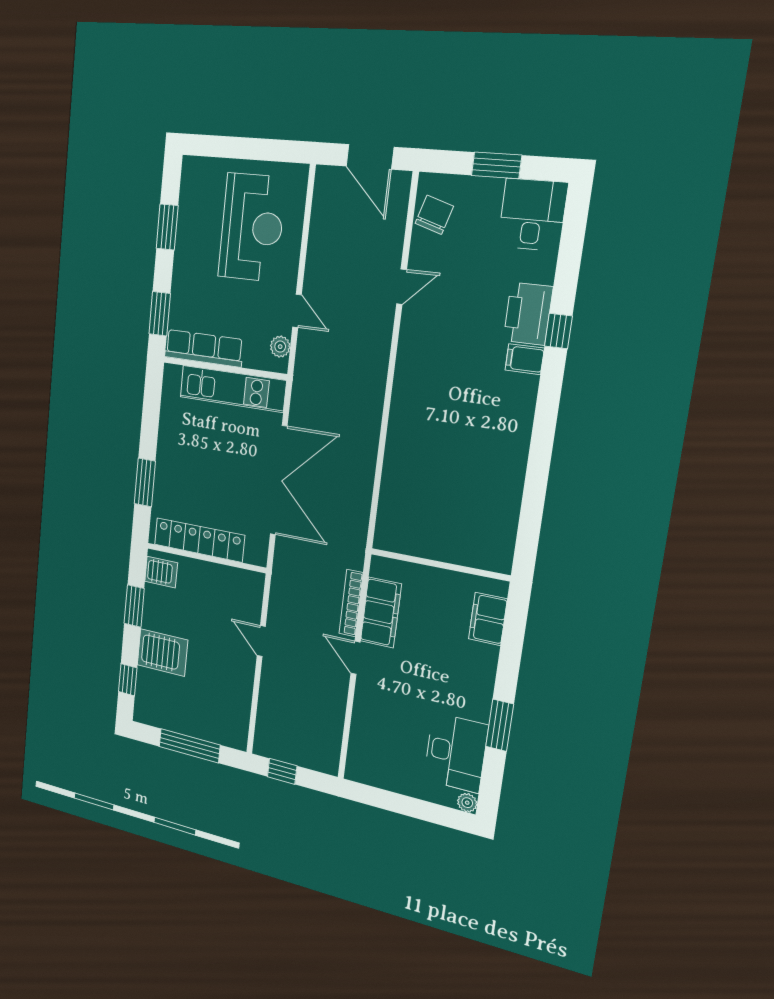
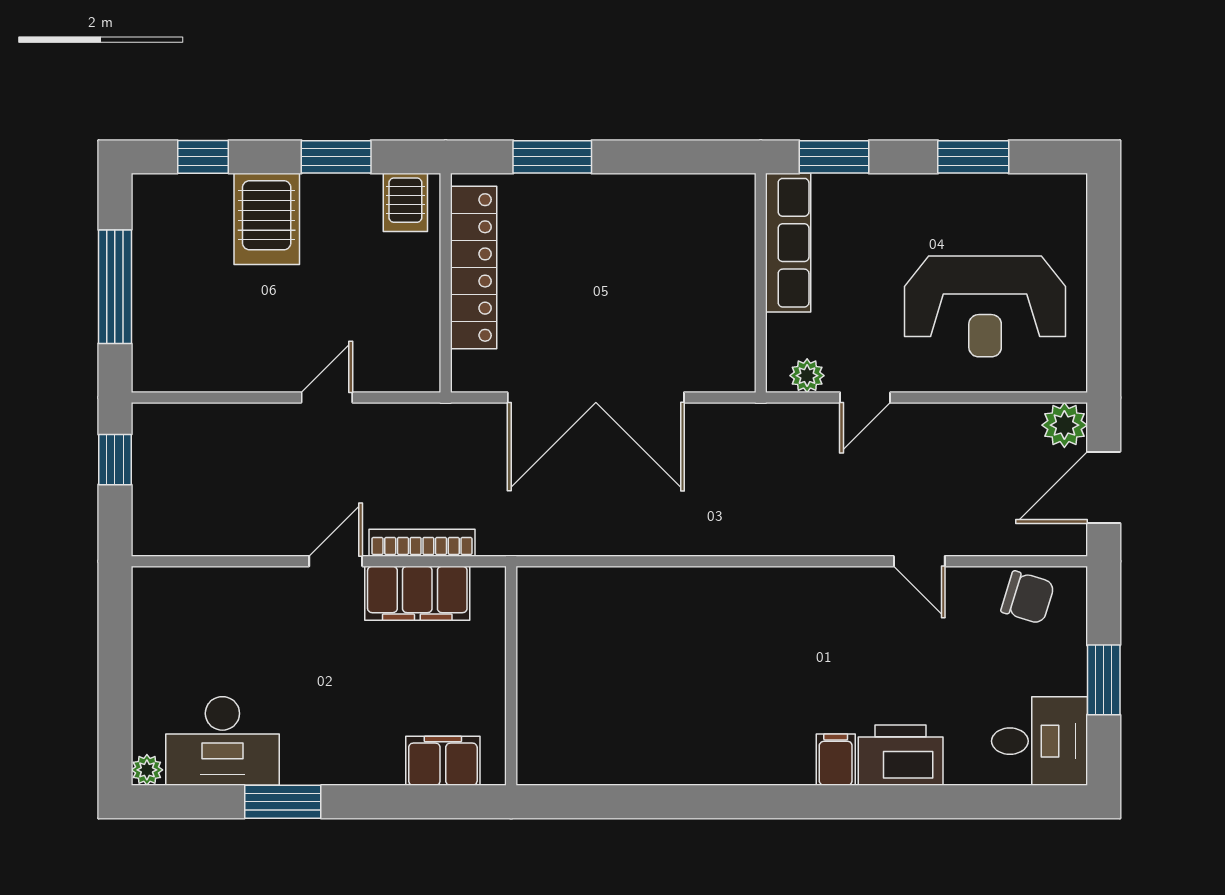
plant: (328, 181) -> (1064, 425), added
window: (558, 331) -> (881, 802), removed
kitchen unit: (233, 389) -> (730, 301), removed

